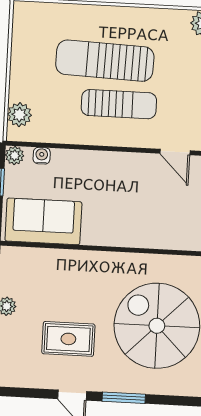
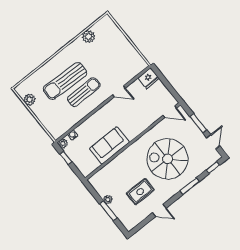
plant: (19, 115) -> (30, 100), moved
sofa: (43, 221) -> (109, 145), moved
window: (124, 398) -> (190, 186), moved

